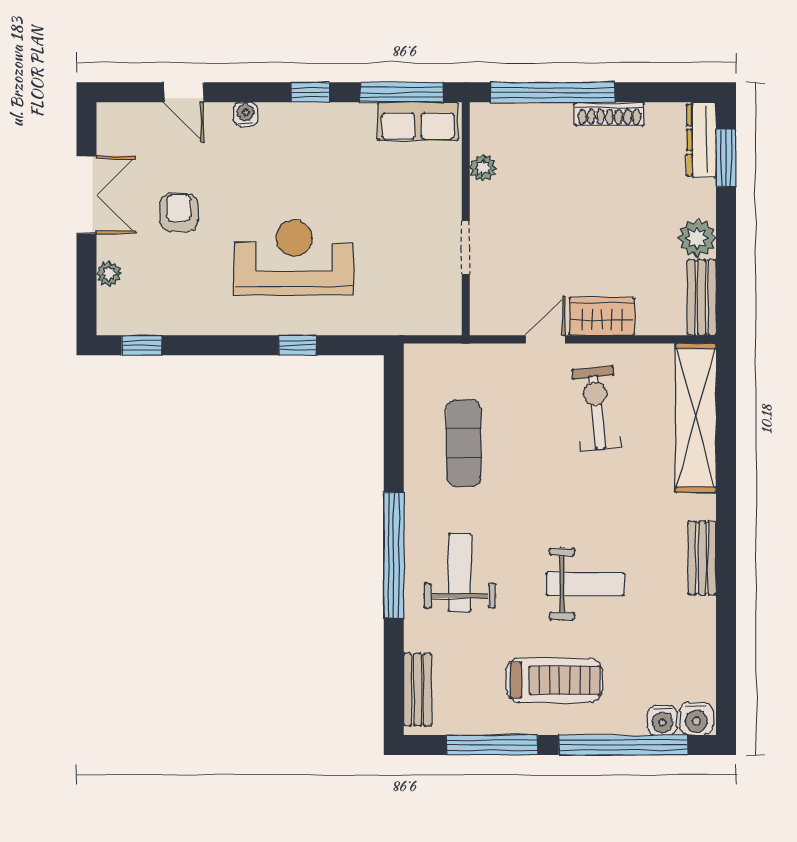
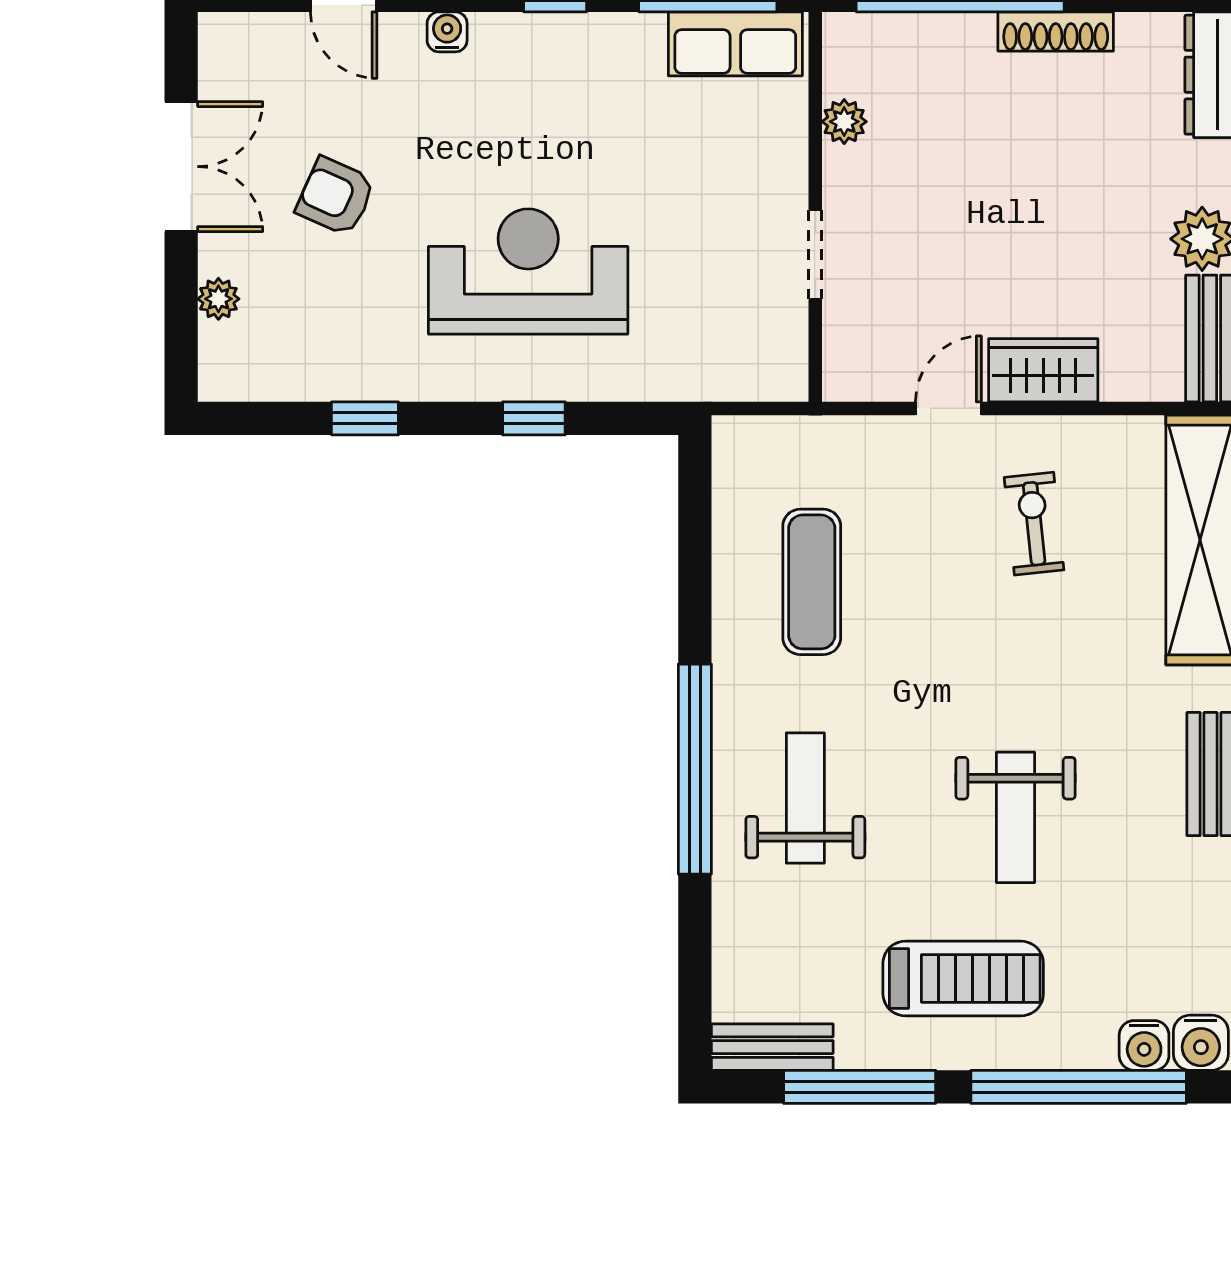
armchair: (179, 213) -> (336, 196), turned -66
window: (142, 345) -> (365, 418), moved
exercise bike: (597, 408) -> (1034, 524), width x0.73, depth x0.72
weight bench: (585, 584) -> (1016, 817), turned 90
bench: (418, 689) -> (772, 1047), moved, turned 90

